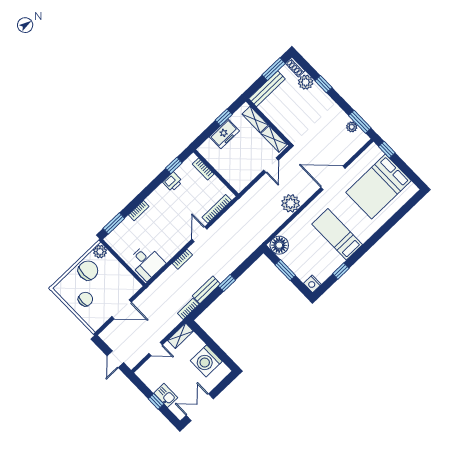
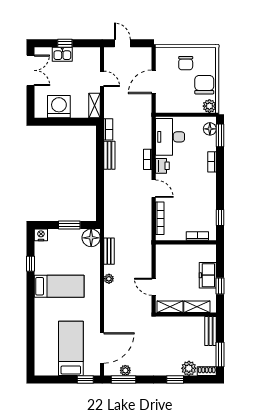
bench: (267, 89) -> (211, 331), width x0.73
door: (333, 178) -> (102, 348), moved
printer: (173, 182) -> (162, 166), moved, turned 180
bed: (379, 186) -> (71, 348), width x0.67
plant: (291, 203) -> (109, 279), width x0.53, depth x0.53
bench: (276, 223) -> (109, 251), added
floor lamp: (116, 235) -> (210, 129), added
desk: (147, 262) -> (170, 137), width x1.37
chair: (88, 270) -> (204, 85), turned 180
window: (227, 283) -> (100, 175), removed
door: (156, 349) -> (102, 79), swing flipped

